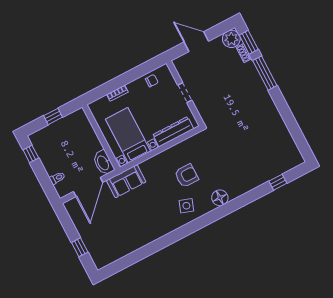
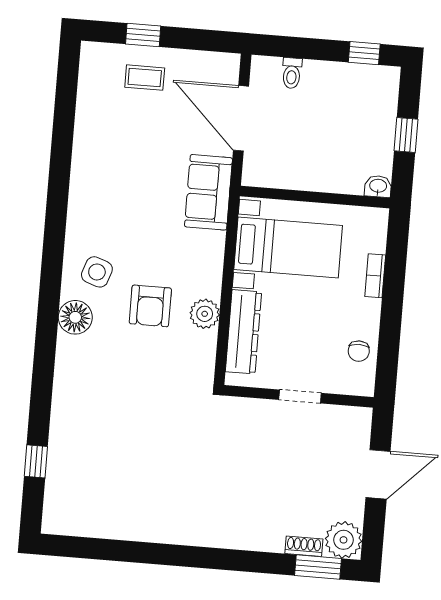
window: (265, 73) -> (245, 561), removed
plant: (176, 152) -> (205, 314), added
washbasin: (103, 163) -> (378, 186), moved, width x0.52, depth x0.69
floor lamp: (220, 198) -> (75, 317), moved
coffee table: (96, 236) -> (145, 78), added

